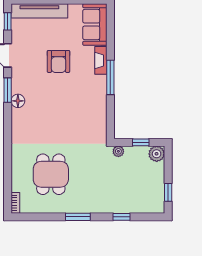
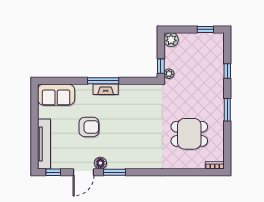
fireplace: (101, 60) -> (106, 89), moved
floor lamp: (18, 101) -> (100, 163), moved
window: (141, 142) -> (161, 66), moved

